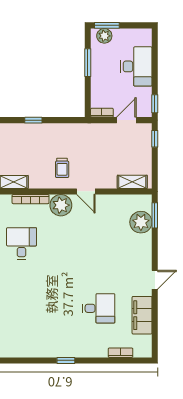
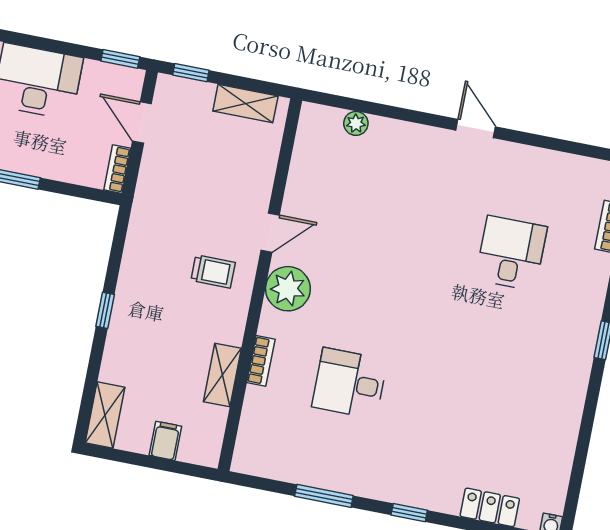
shelving: (132, 182) -> (245, 103), moved, turned 90
bookcase: (31, 199) -> (261, 361), width x0.64
window: (155, 215) -> (346, 103), removed
plant: (141, 222) -> (356, 123), width x0.53, depth x0.53
filing cabinet: (142, 315) -> (542, 168), removed

